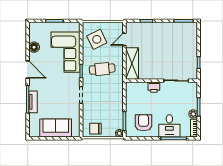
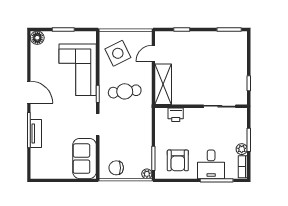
floor lamp: (34, 47) -> (37, 38), moved
printer: (154, 87) -> (176, 115), moved
armchair: (143, 123) -> (178, 160), turned 180
sofa: (56, 128) -> (85, 159), moved, turned -90

